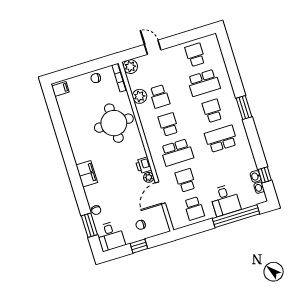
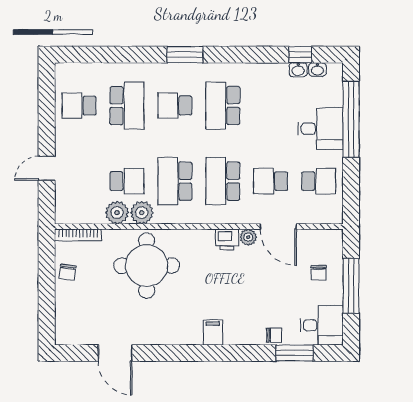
plant: (130, 67) -> (142, 213), moved
filing cabinet: (60, 89) -> (67, 333), removed
door: (57, 120) -> (115, 353), added
school desk: (168, 124) -> (175, 181), width x1.85
school desk: (177, 152) -> (223, 181), turned 180
filing cabinet: (87, 174) -> (213, 332), width x0.50
window: (139, 246) -> (351, 286), width x2.17

